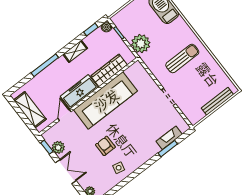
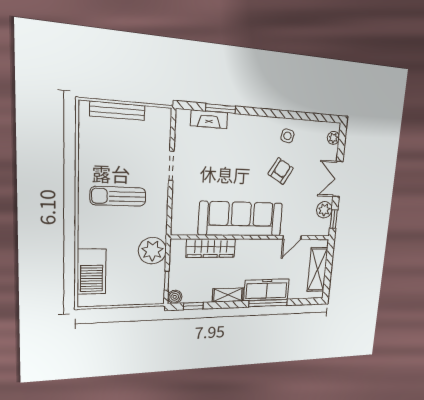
freezer: (79, 92) -> (267, 290), moved, turned 180
armchair: (105, 146) -> (281, 171), turned -150

